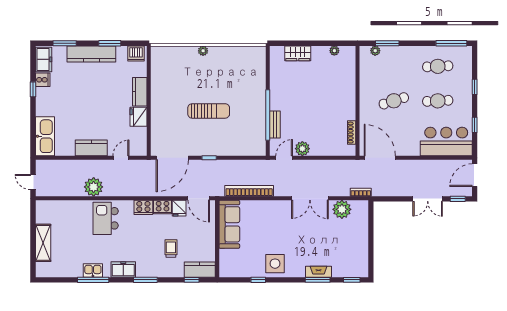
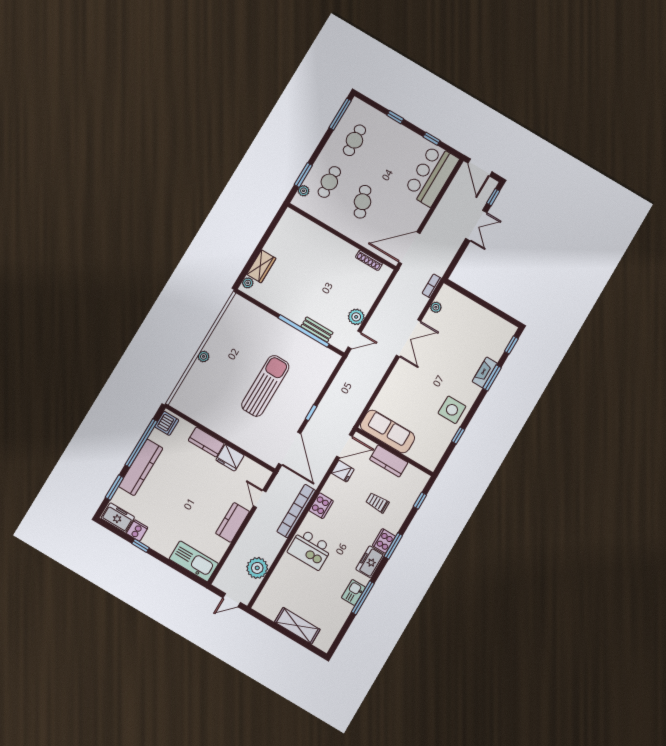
window: (110, 43) -> (141, 443), width x2.11
plant: (334, 51) -> (248, 283), moved
cafe table: (438, 101) -> (329, 182), moved
sun lounger: (209, 111) -> (265, 386), width x1.36, depth x1.34
door: (284, 158) -> (355, 340), swing flipped
plant: (94, 187) -> (257, 568), moved
bookcase: (249, 191) -> (296, 511), moved
cooker: (163, 207) -> (384, 541), moved, turned 180
plant: (342, 209) -> (436, 307), width x0.53, depth x0.53
kitchen counter: (200, 270) -> (389, 461), moved, turned -90

